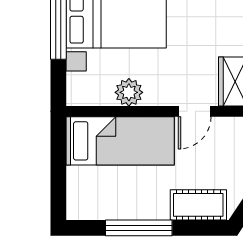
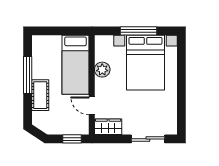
cot: (198, 205) -> (40, 95), moved

